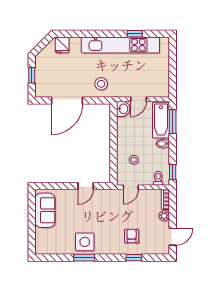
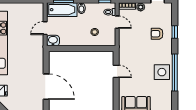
stool: (101, 84) -> (32, 59), removed
door: (139, 99) -> (45, 28), swing flipped
door: (131, 187) -> (117, 22), moved
window: (84, 258) -> (175, 73), width x2.11

